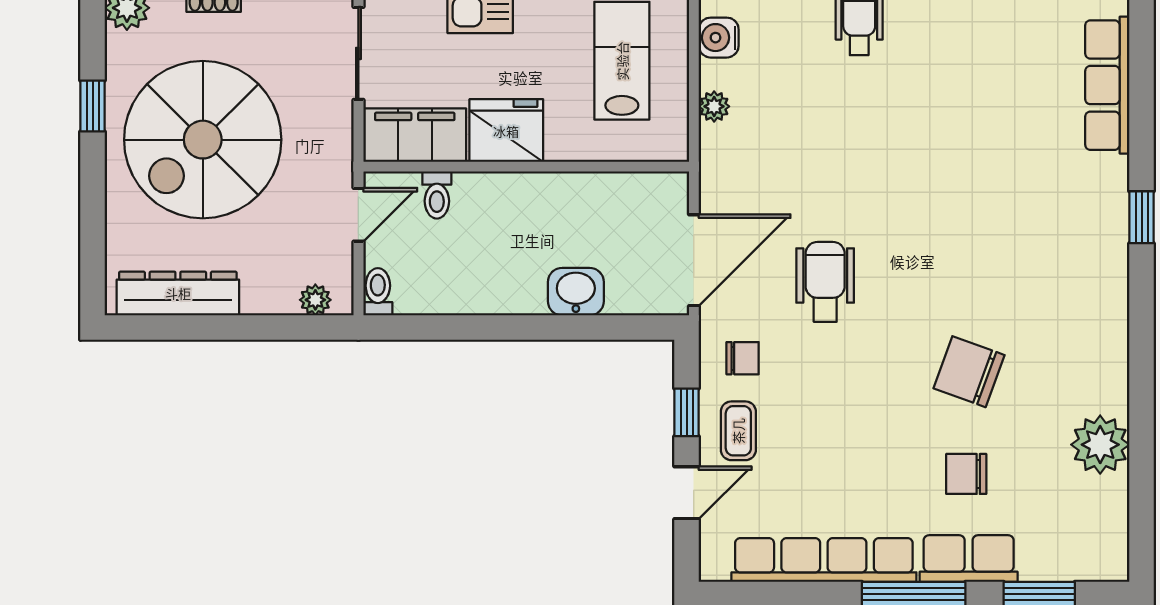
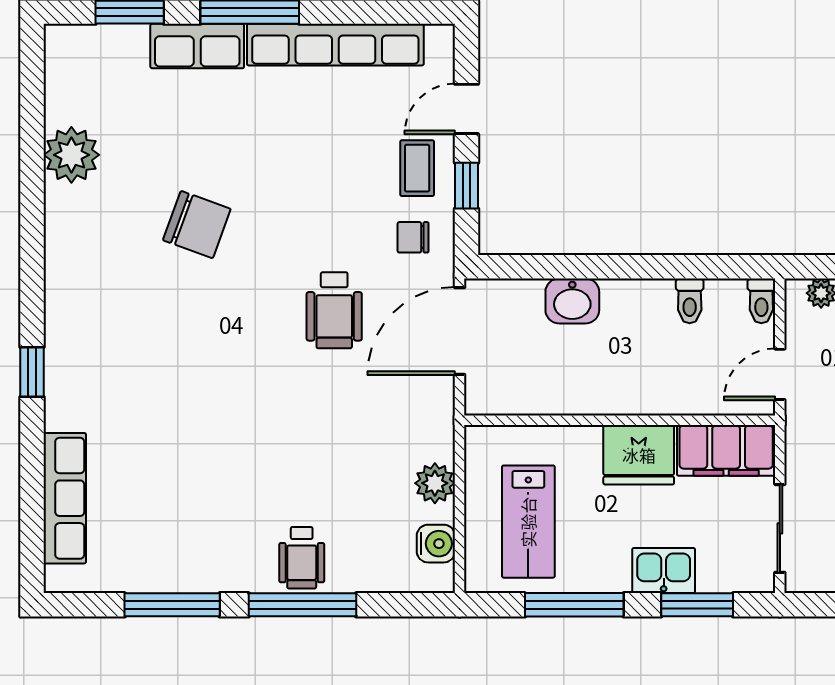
plant: (714, 106) -> (435, 483), width x1.38, depth x1.38
toilet: (437, 195) -> (690, 301), moved, turned 180
chair: (966, 474) -> (199, 127), removed

